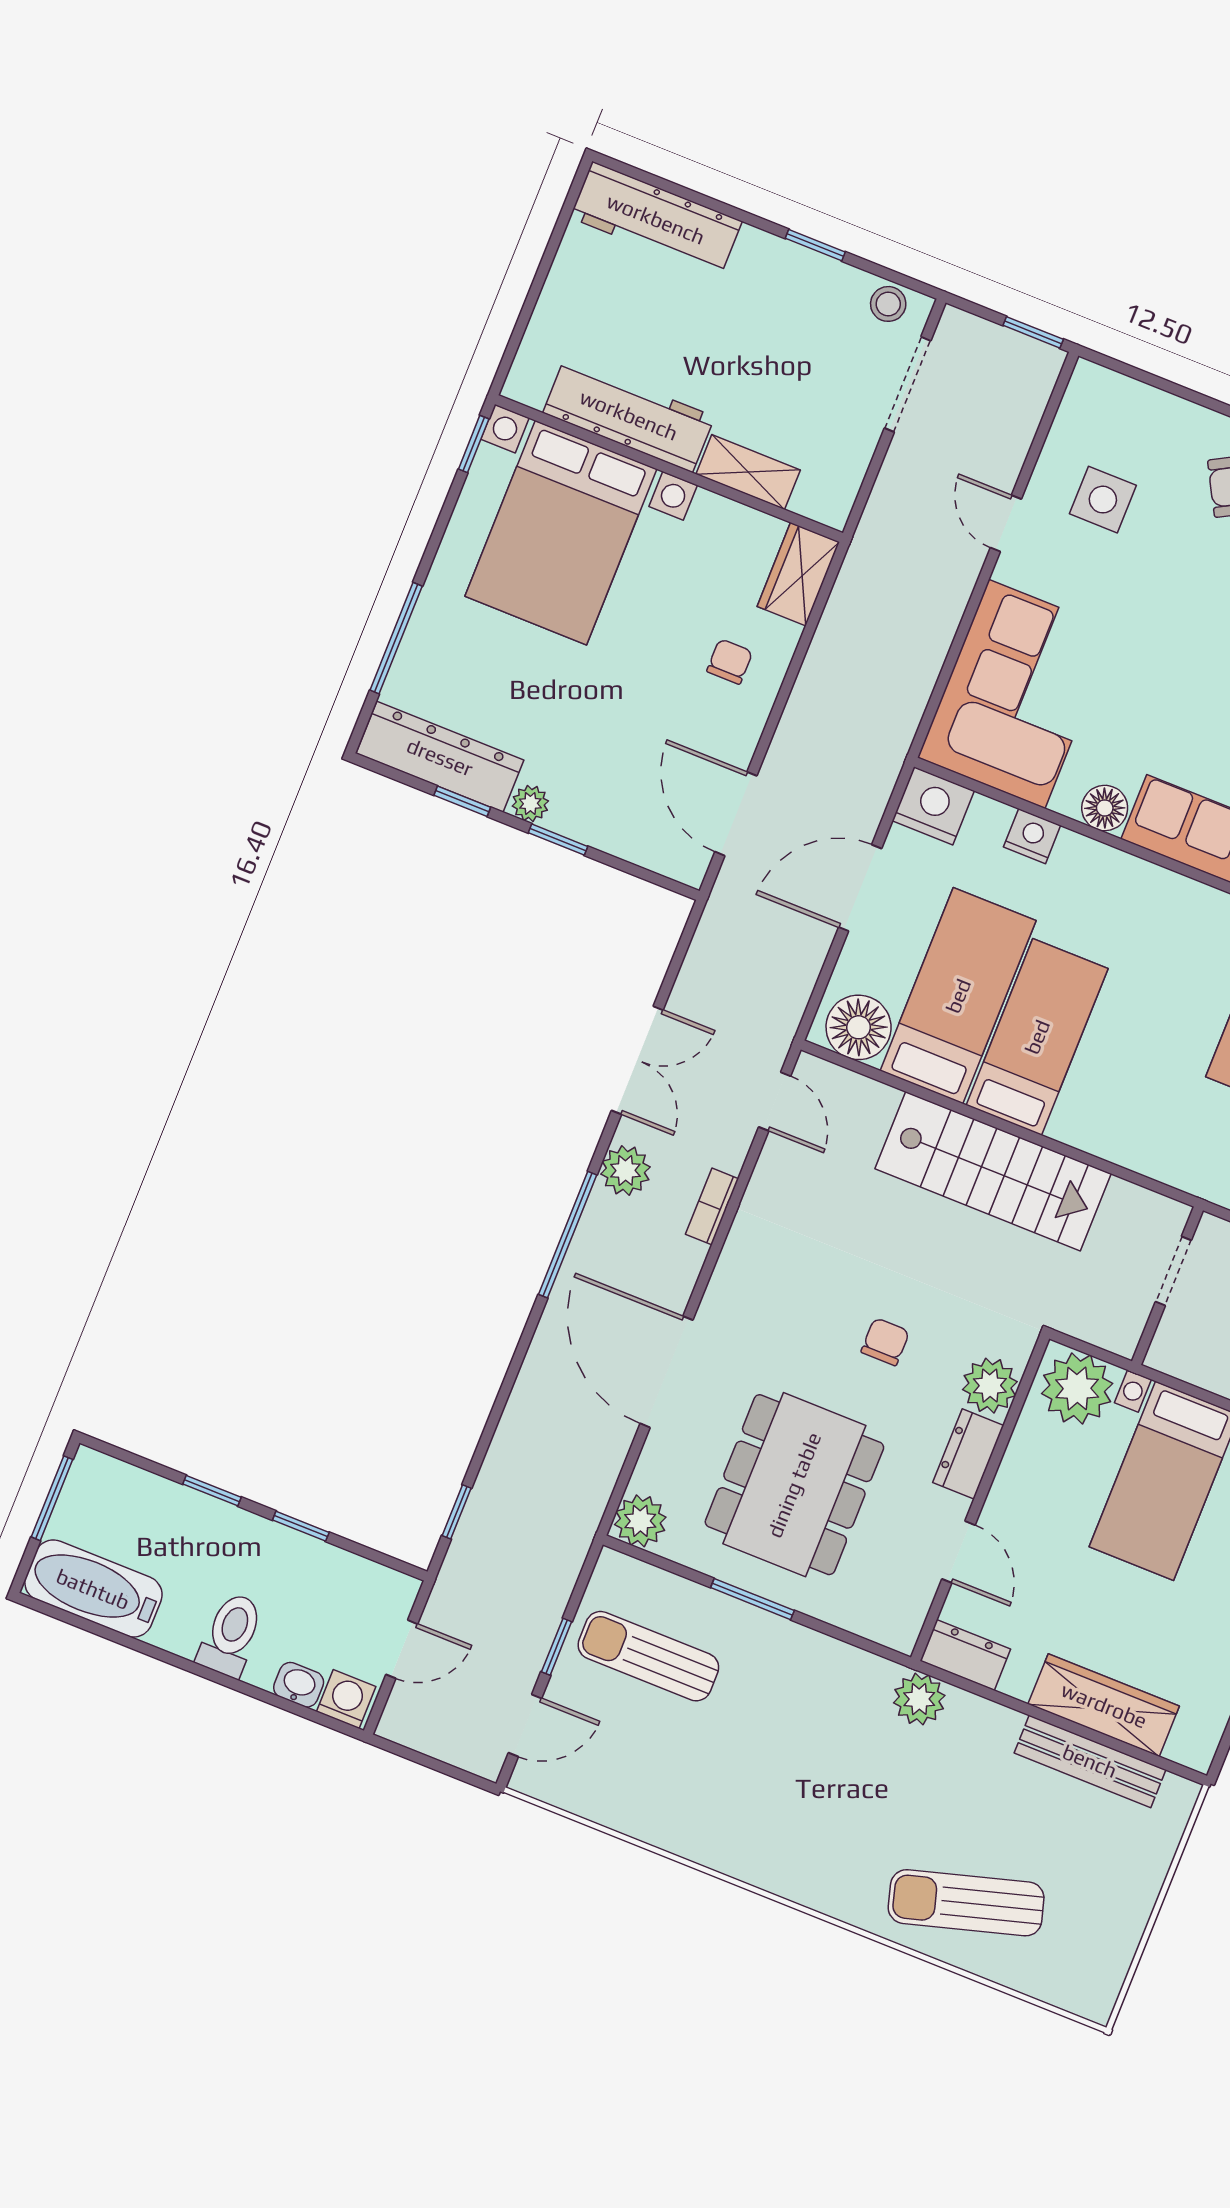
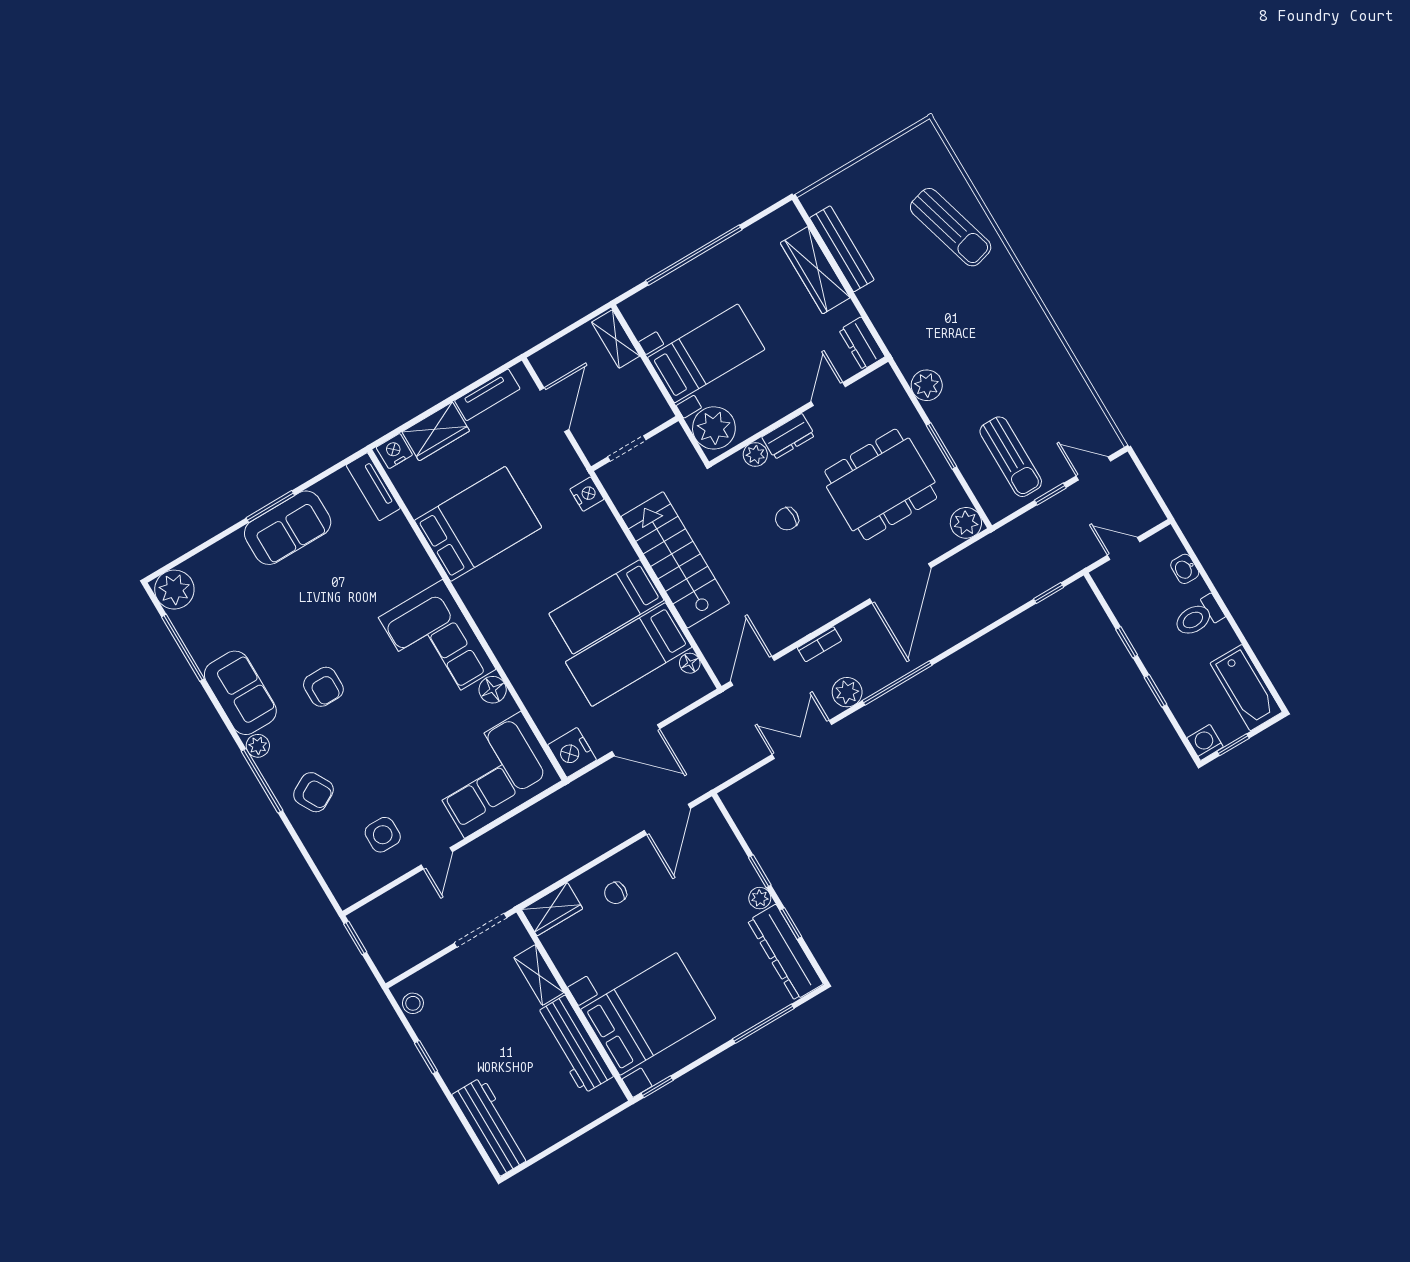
doorway: (908, 384) -> (481, 930), moved
nightstand: (1032, 836) -> (587, 494), moved, turned 180
floor lamp: (859, 1027) -> (690, 663), width x0.53, depth x0.53
door: (775, 1101) -> (752, 671), width x1.38
plant: (990, 1386) -> (755, 455), width x0.73, depth x0.73
window: (52, 1498) -> (1233, 745), width x0.67
washing machine: (346, 1699) -> (1205, 742), moved, turned 90
plant: (919, 1699) -> (927, 385), moved

